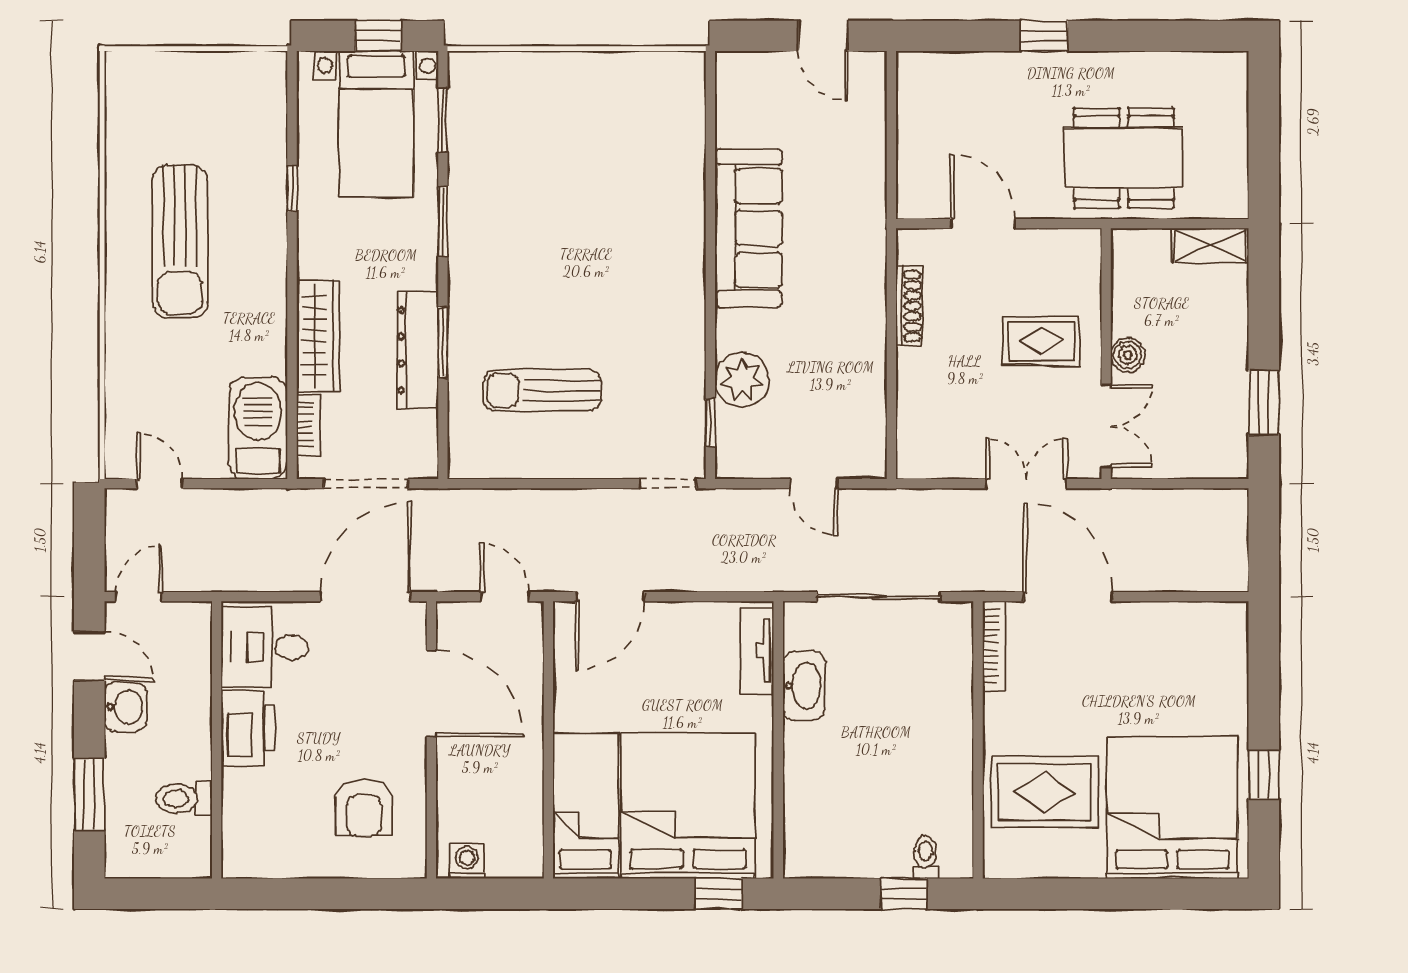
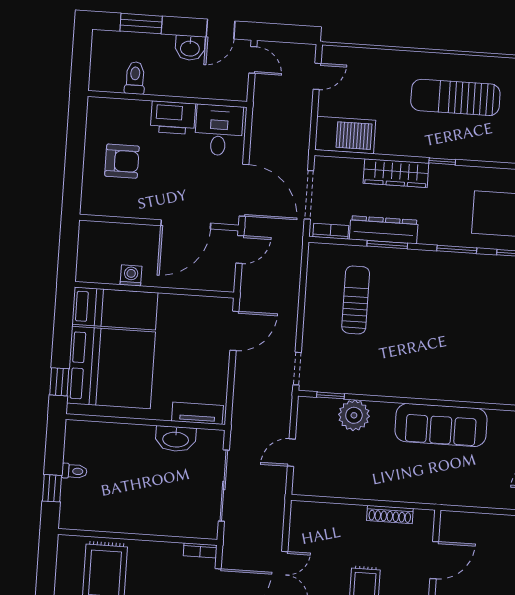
window: (292, 189) -> (442, 161), moved
bookcase: (309, 424) -> (331, 231), moved, turned 180
door: (505, 597) -> (240, 249), moved
door: (610, 597) -> (234, 331), swing flipped
bookcase: (994, 646) -> (200, 550), width x0.64
armchair: (364, 808) -> (122, 161), moved, turned 180
toilet: (925, 857) -> (74, 471), moved
washing machine: (467, 861) -> (131, 275), moved, turned -90

